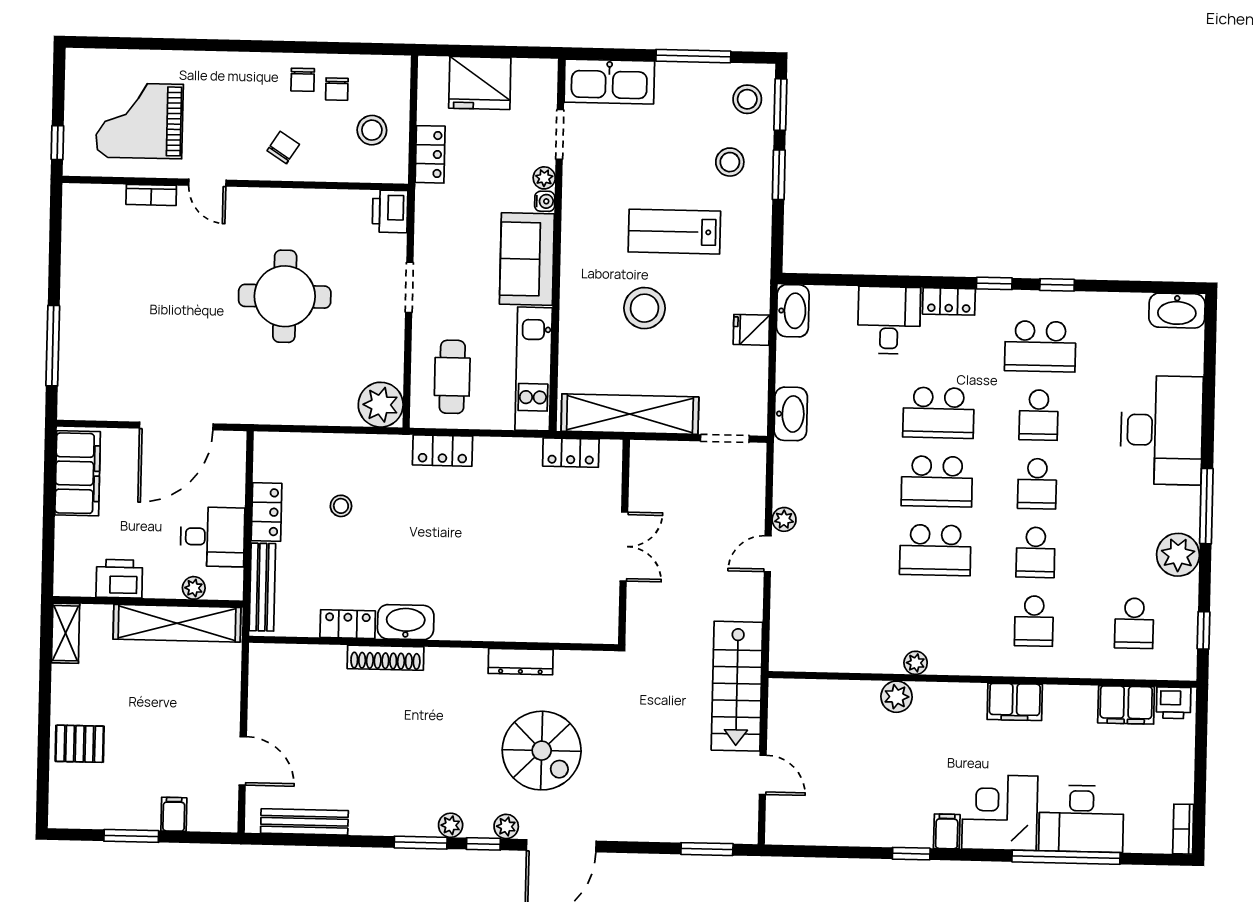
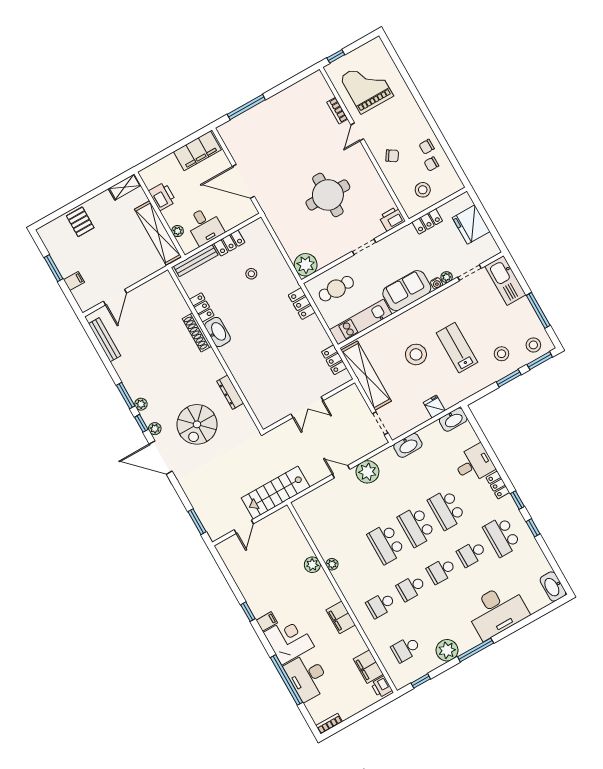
plant: (784, 519) -> (367, 472), width x1.87, depth x1.87

